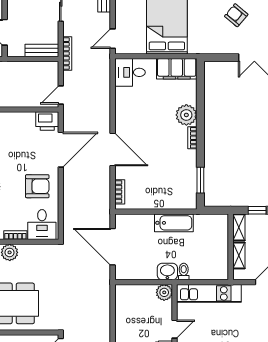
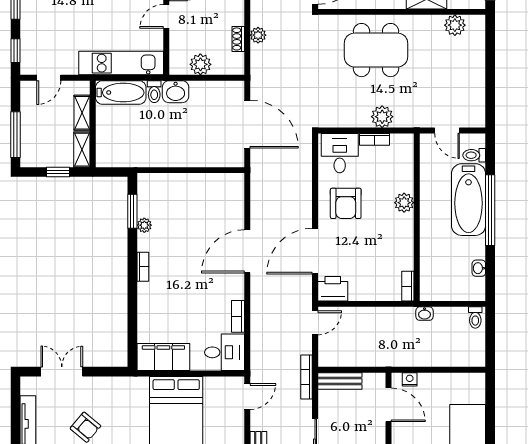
plant: (186, 115) -> (144, 225), moved, width x0.53, depth x0.53
door: (113, 150) -> (247, 251), hinge flipped
armchair: (37, 186) -> (346, 203), turned -90
bookcase: (120, 192) -> (238, 316), moved
bathtub: (174, 223) -> (121, 93), moved, turned 180
plant: (164, 292) -> (200, 64), moved
shoe rack: (119, 312) -> (238, 39), added
plant: (104, 315) -> (258, 35), added

